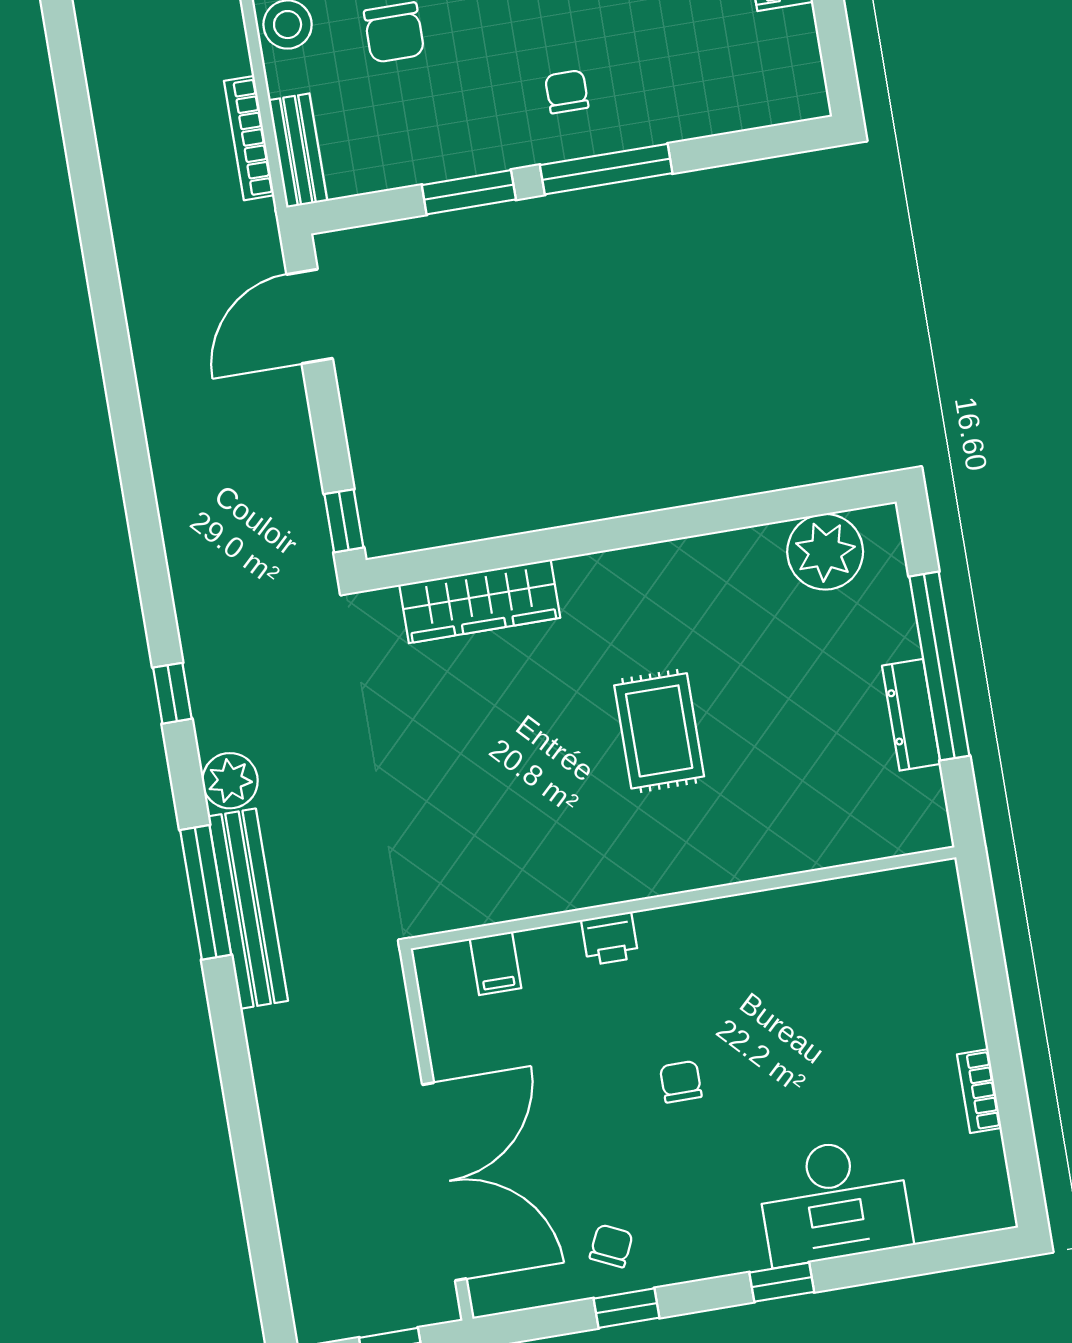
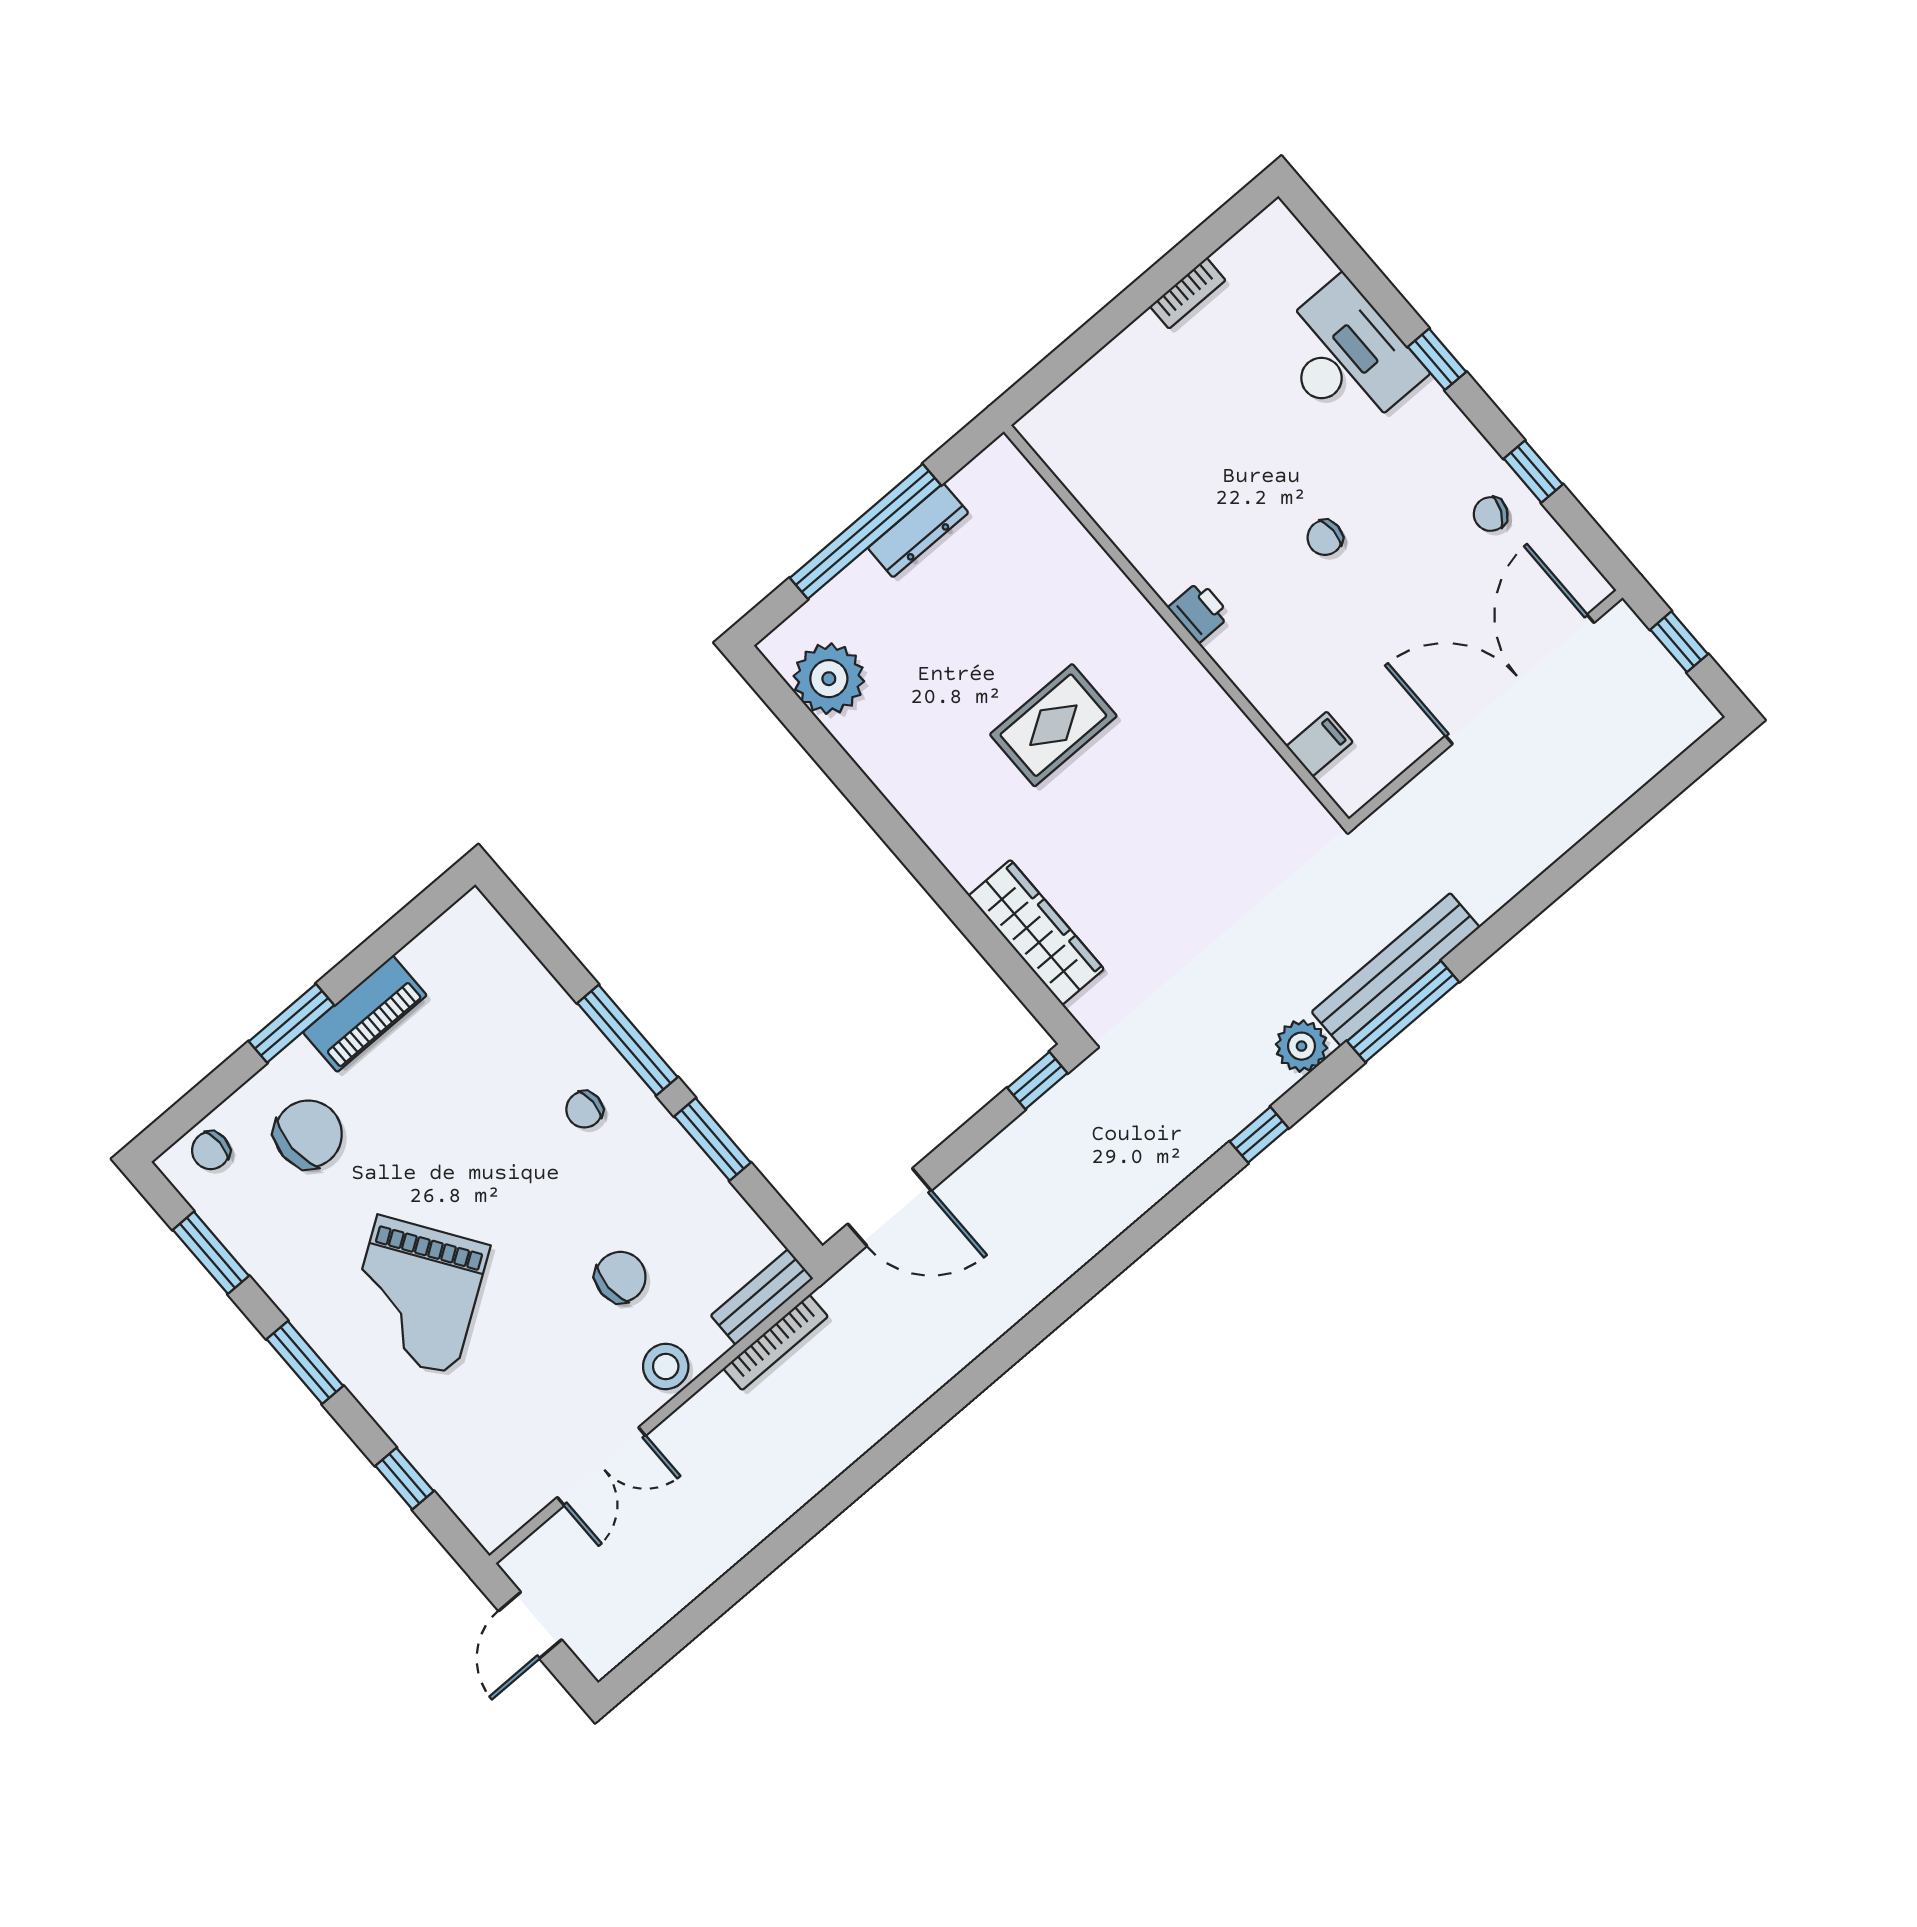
printer: (610, 939) -> (1199, 612), moved

